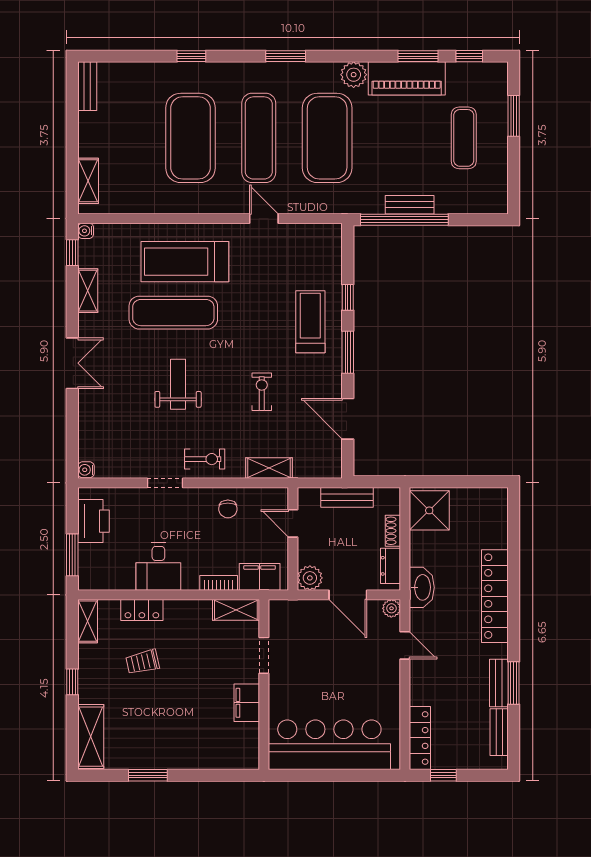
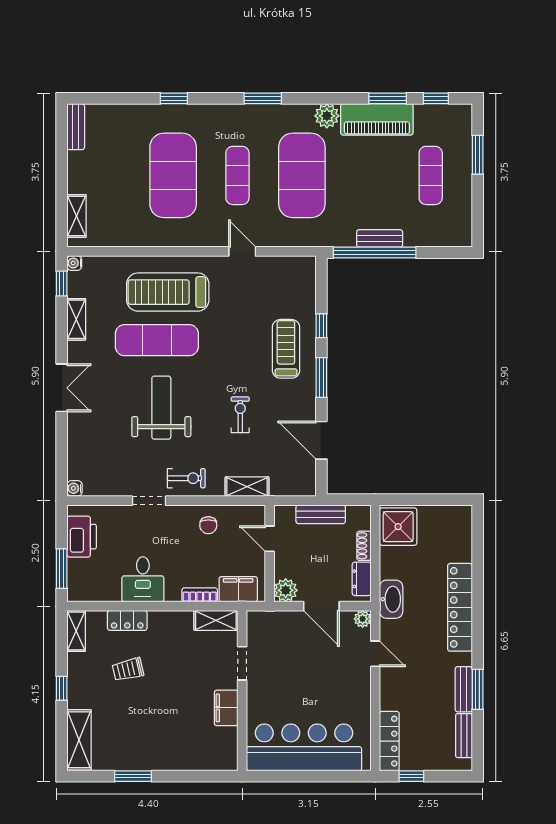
exercise mat: (259, 138) -> (237, 175), width x0.73, depth x0.69
weight bench: (178, 384) -> (161, 408), width x1.36, depth x1.33

